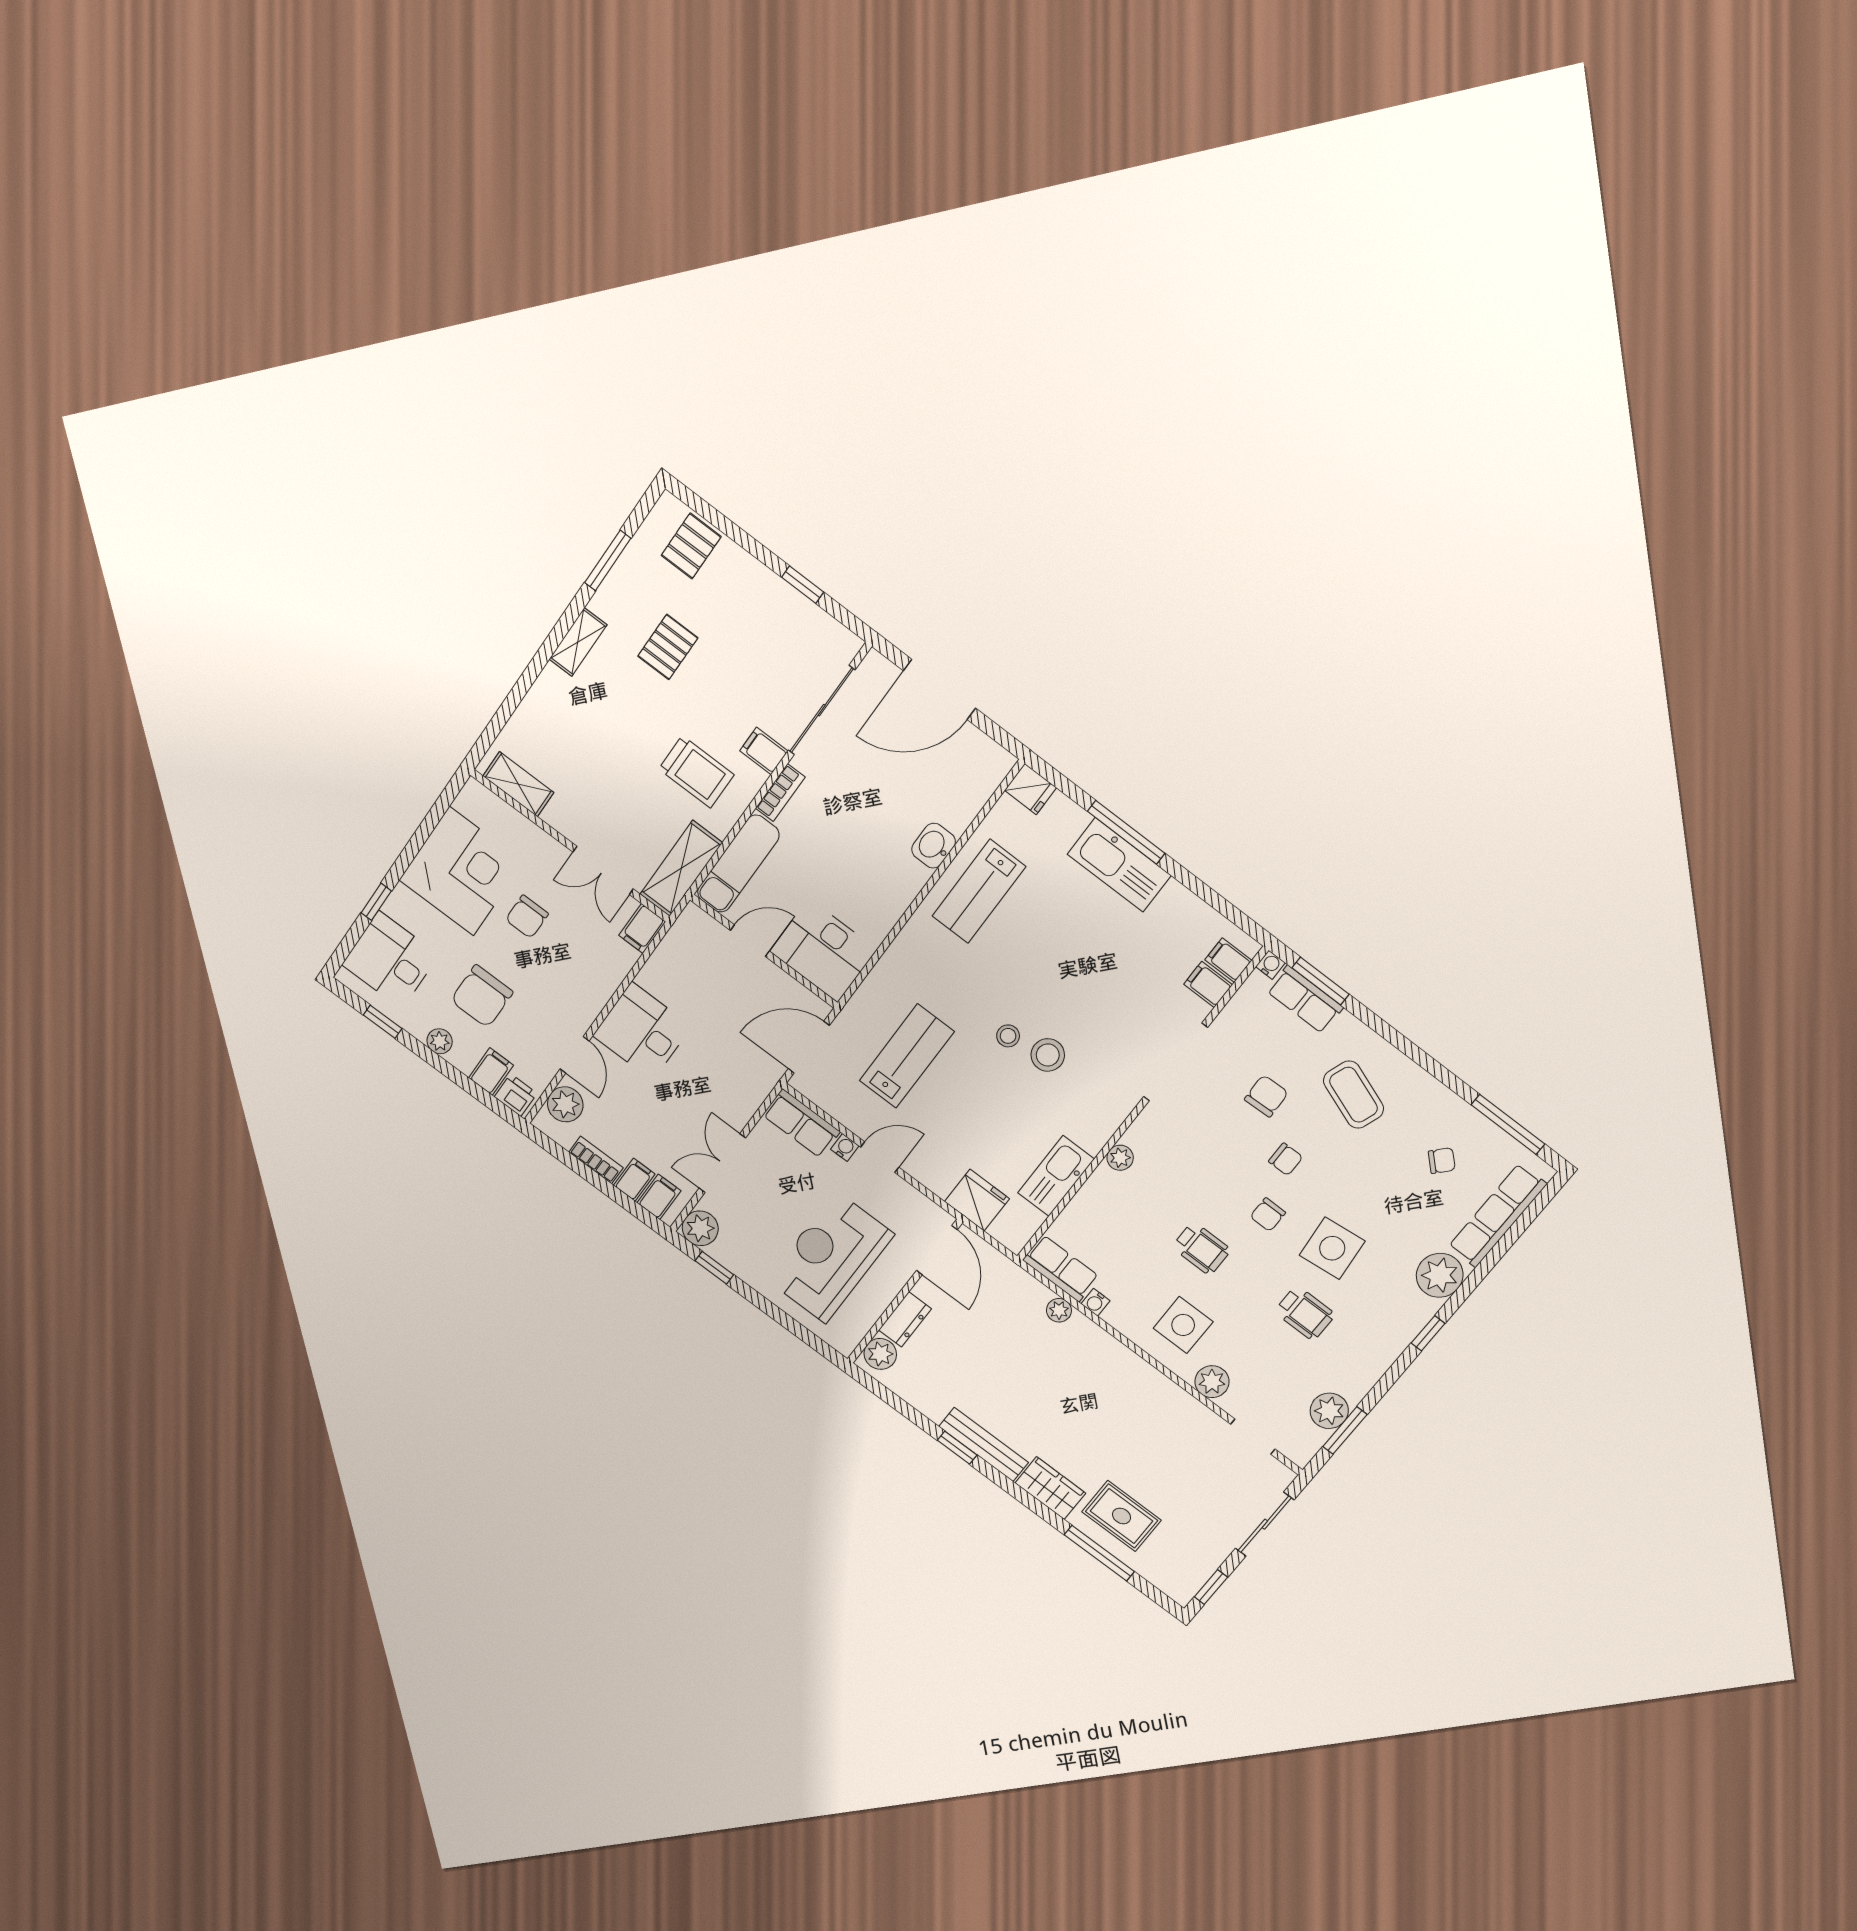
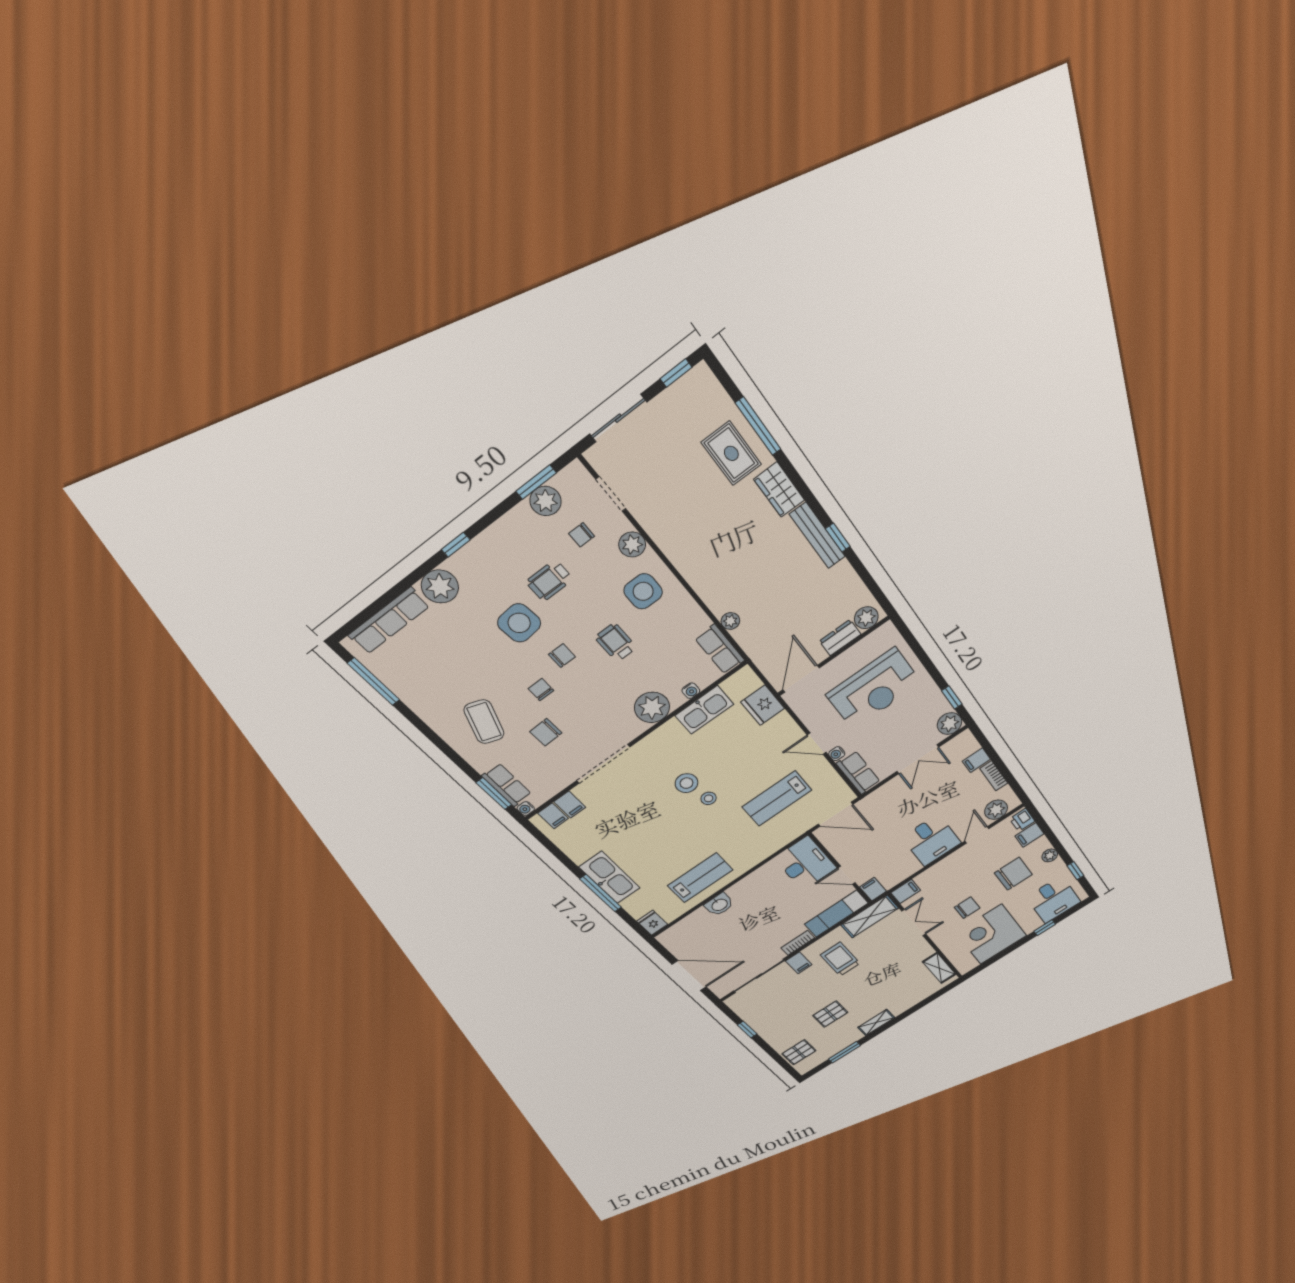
plant: (1120, 1158) -> (652, 707), width x1.88, depth x1.88
chair: (1442, 1161) -> (582, 535), moved, turned -43
filing cabinet: (659, 1197) -> (873, 889), moved, turned 90
water cooler: (1096, 1302) -> (691, 691), moved, turned 90
wheelchair: (1305, 1313) -> (549, 581), turned -90

